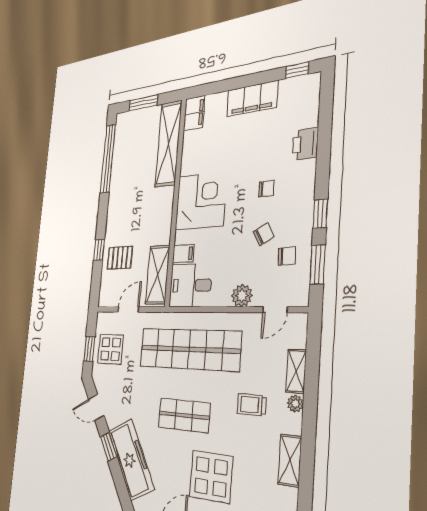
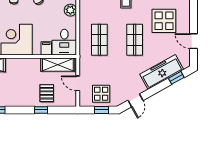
shop shelf: (189, 349) -> (99, 40), width x0.50, depth x0.74
window: (109, 447) -> (176, 78), moved

